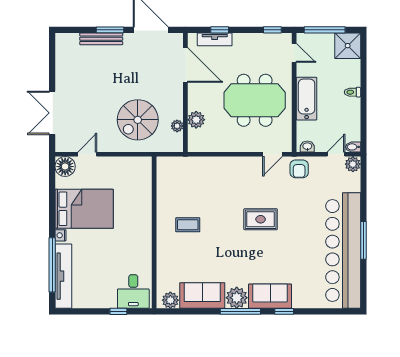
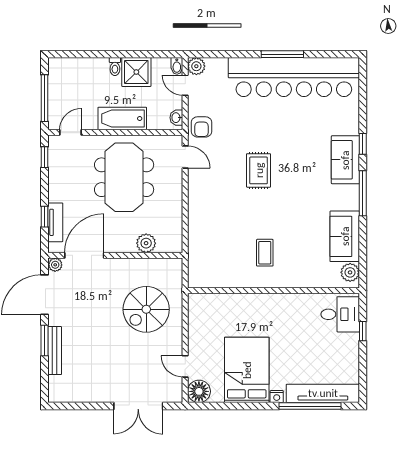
shower: (348, 46) -> (136, 72), moved
spiral stairs: (138, 120) -> (146, 309), turned 90
plant: (177, 126) -> (55, 265), moved
armchair: (299, 169) -> (202, 127), turned 90
plant: (237, 298) -> (347, 197), removed

